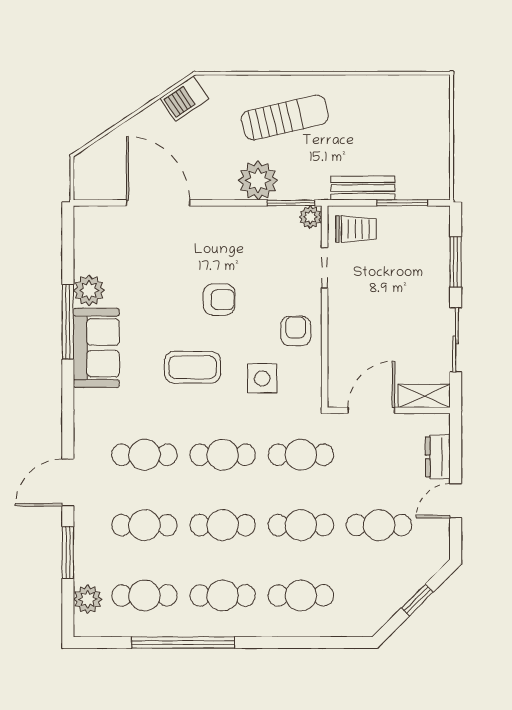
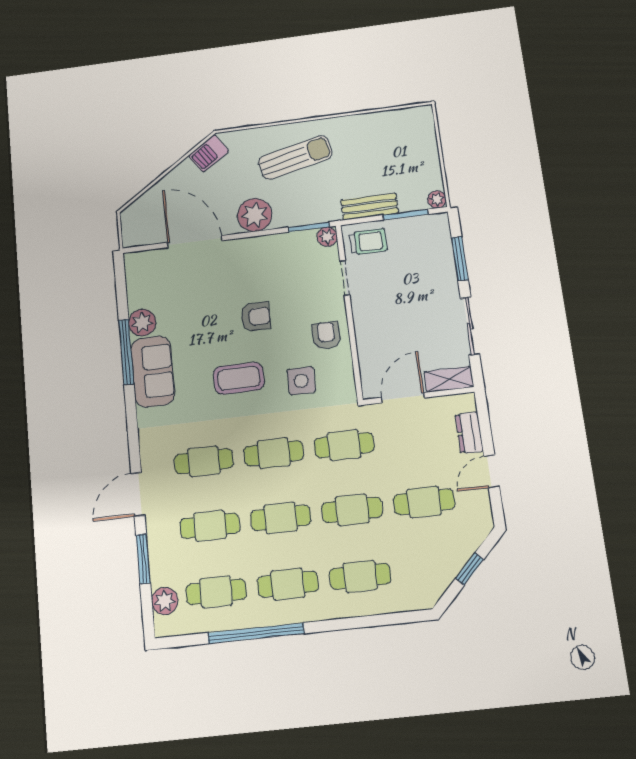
plant: (258, 180) -> (255, 215), moved
plant: (440, 190) -> (437, 199), added

